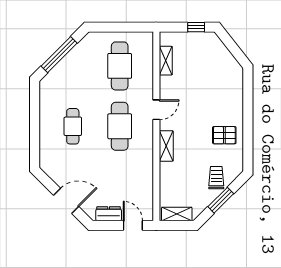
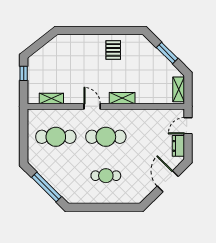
trolley: (216, 178) -> (148, 57), removed

